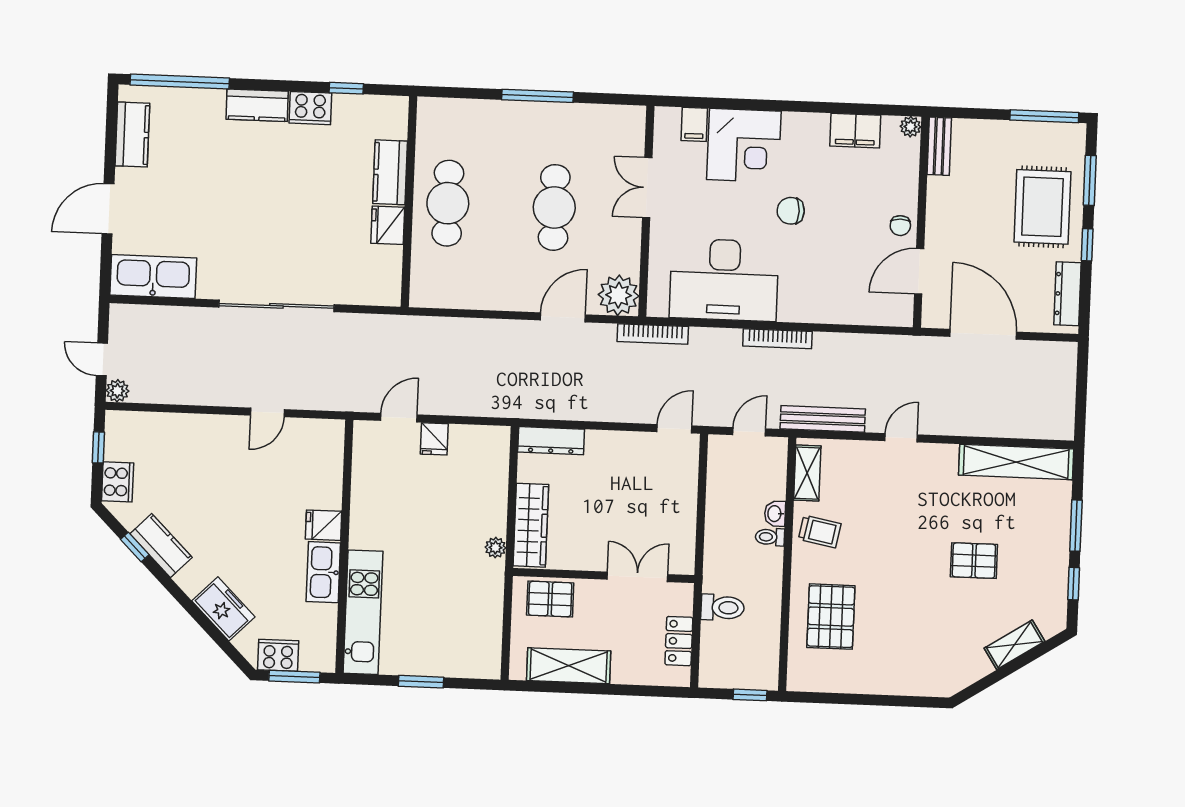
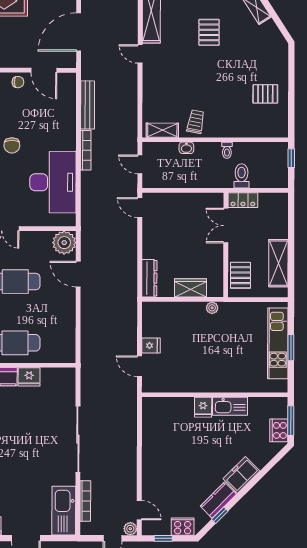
bookcase: (653, 334) -> (85, 501), moved
door: (267, 412) -> (139, 510), moved
bench: (823, 419) -> (88, 105), moved
door: (901, 438) -> (140, 54), moved
wardrobe: (531, 525) -> (190, 288), width x0.67
toilet: (770, 537) -> (227, 150), moved
freezer: (223, 609) -> (241, 475), moved
kitchen unit: (363, 612) -> (278, 343), moved, turned -90
pallet: (831, 617) -> (265, 94), moved, width x0.67, depth x0.71
locker: (679, 641) -> (243, 200), moved

